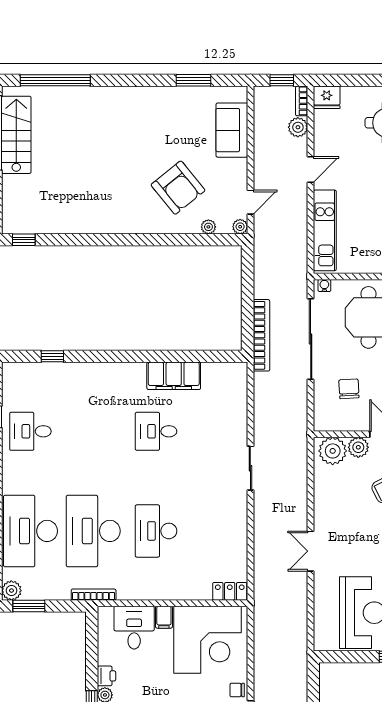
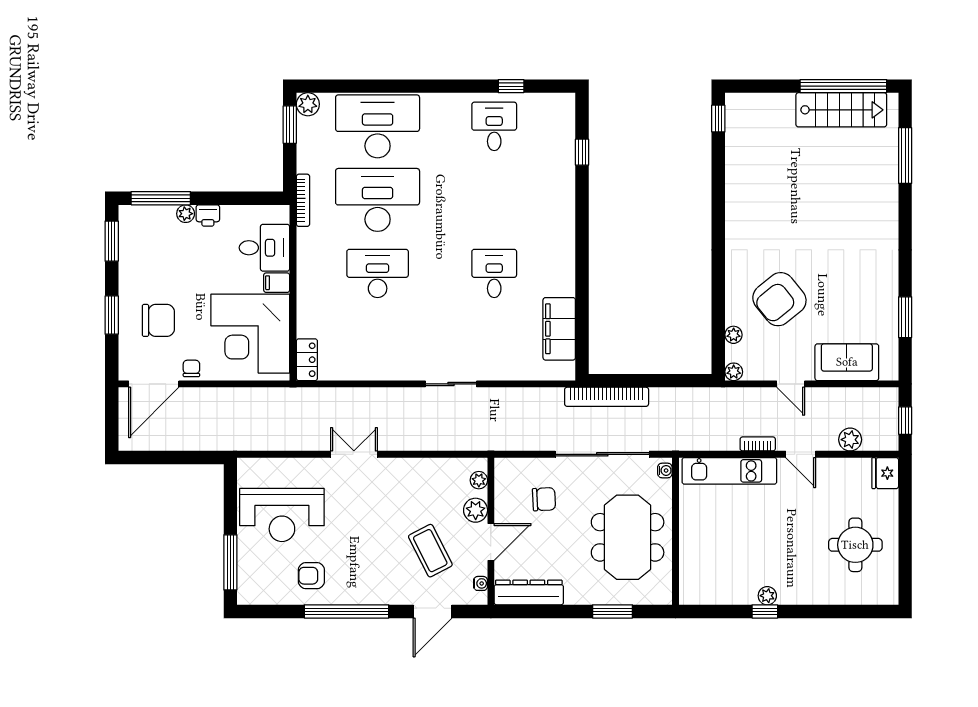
window: (55, 80) -> (905, 156), width x0.68
bookcase: (302, 101) -> (758, 444), moved
door: (250, 202) -> (791, 384), moved
filing cabinet: (174, 376) -> (559, 329), moved
plant: (333, 451) -> (479, 480), width x0.53, depth x0.53

